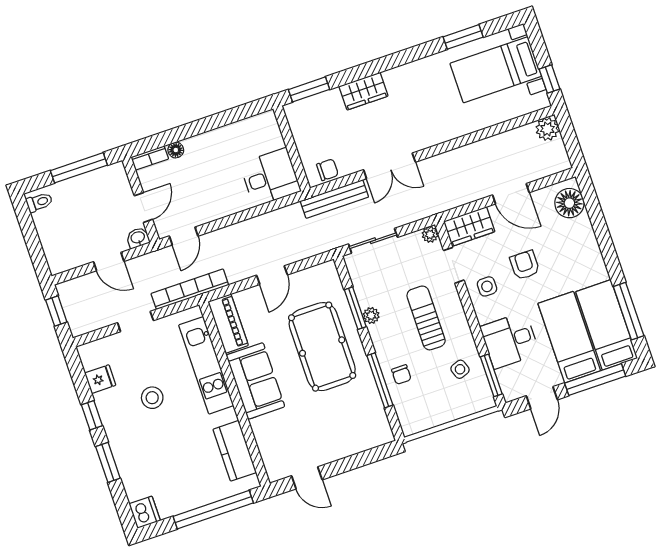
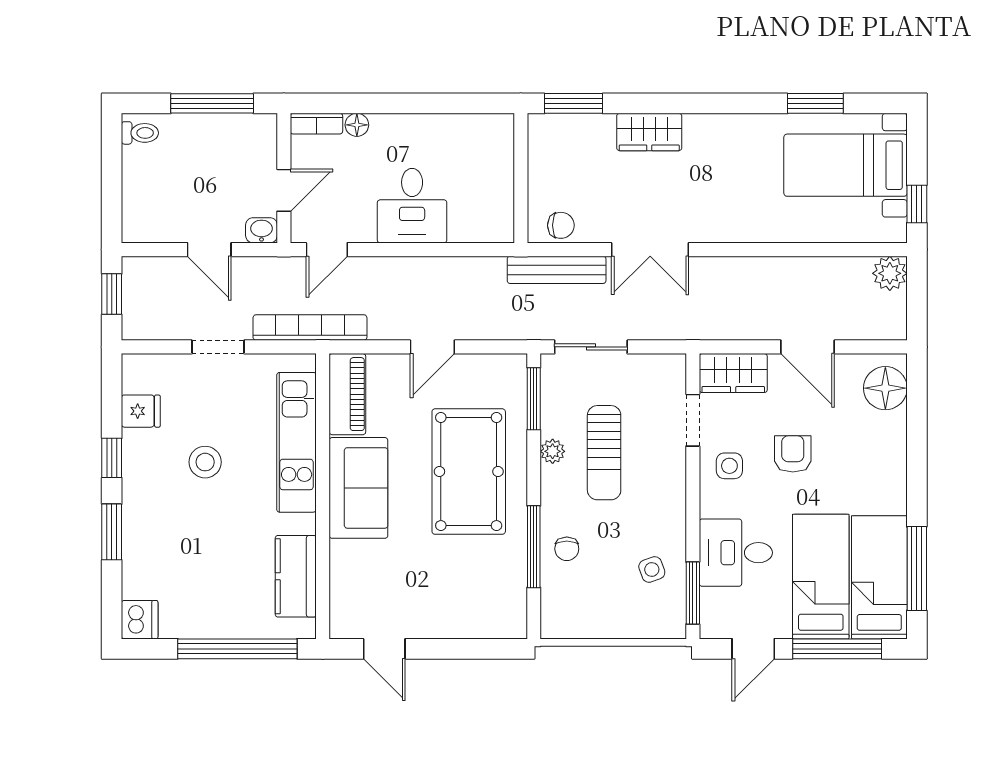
desk: (270, 177) -> (412, 206), moved, turned 90
plant: (430, 234) -> (674, 366), removed
window: (355, 308) -> (534, 399), moved
sun lounger: (426, 318) -> (604, 453), moved, turned 180

